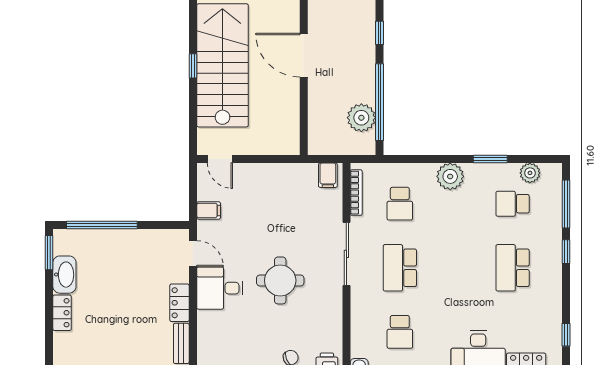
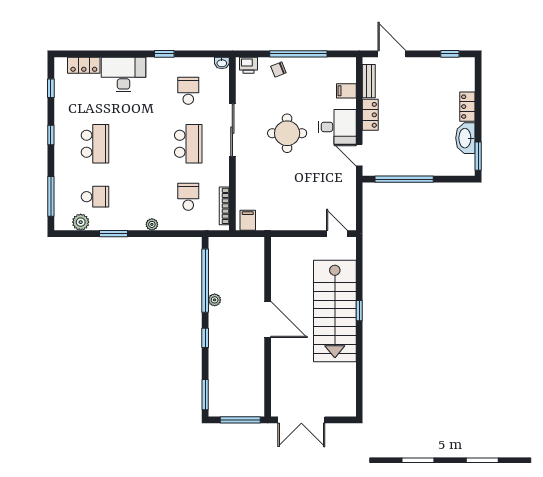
plant: (361, 118) -> (215, 300), moved, width x0.53, depth x0.53
plant: (450, 176) -> (152, 224), width x0.53, depth x0.53
filing cabinet: (209, 210) -> (346, 91), moved
window: (102, 225) -> (404, 179), moved
window: (566, 252) -> (51, 135), moved
sliding door: (346, 254) -> (232, 130), moved

